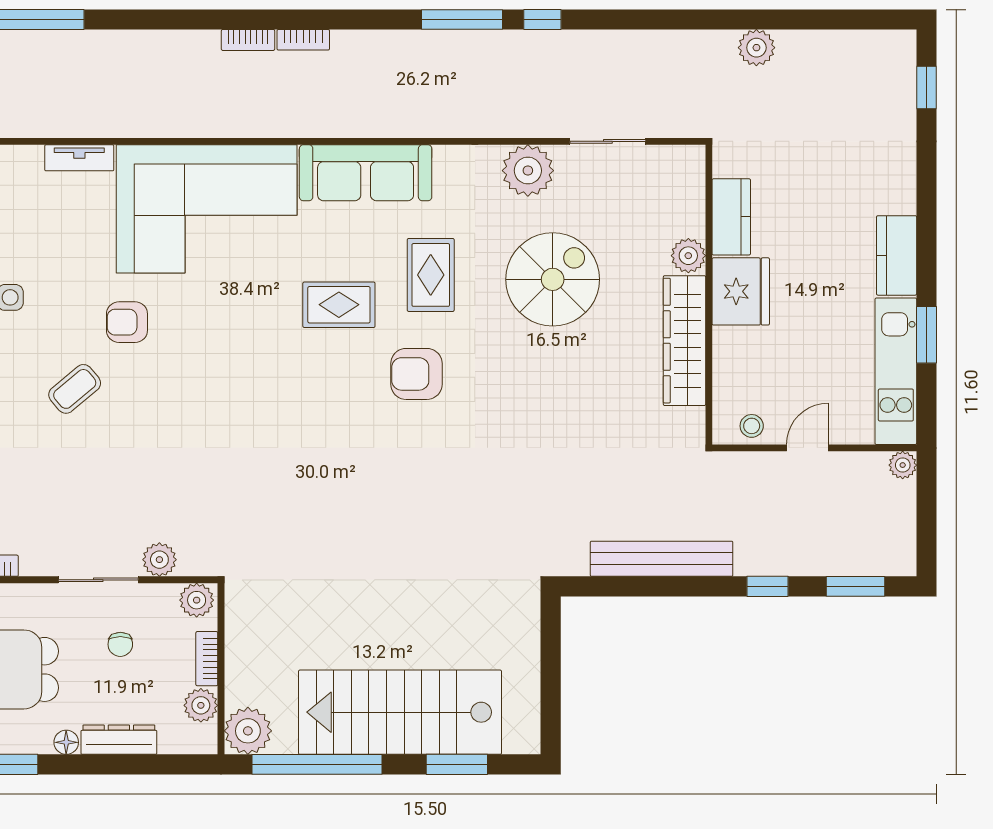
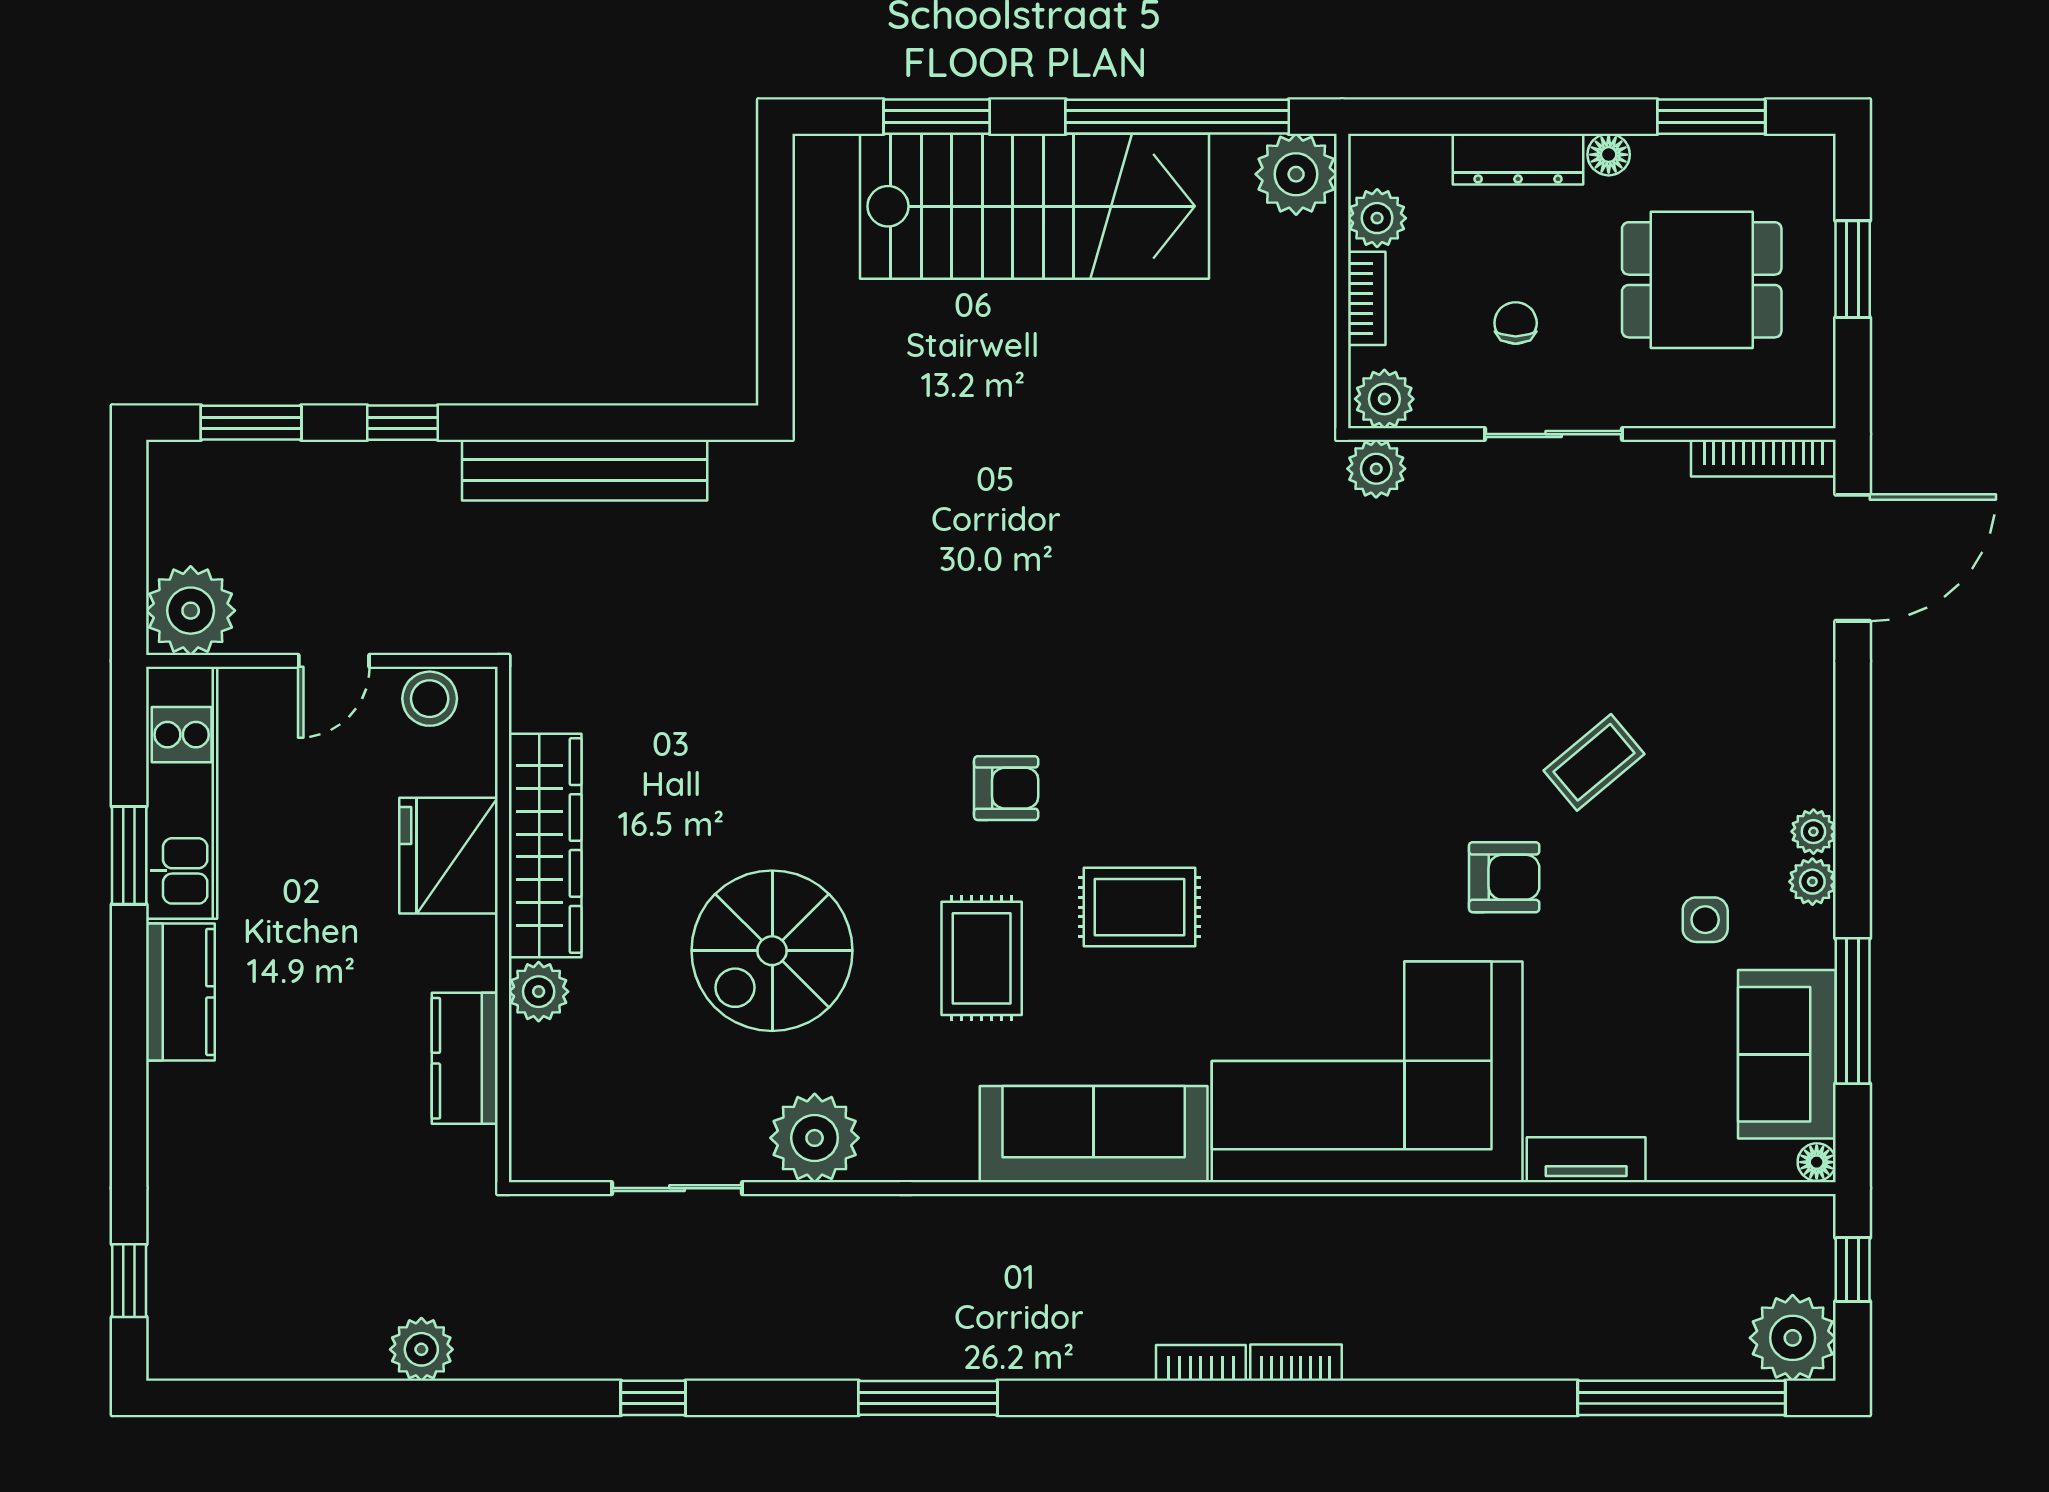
window: (542, 19) -> (653, 1398), moved
fridge: (741, 291) -> (448, 856), moved
armchair: (416, 374) -> (1006, 788), width x0.72, depth x0.72
stool: (752, 426) -> (430, 699), width x1.37, depth x1.37
plant: (903, 465) -> (191, 611), width x1.88, depth x1.88
plant: (159, 560) -> (1376, 469), moved

